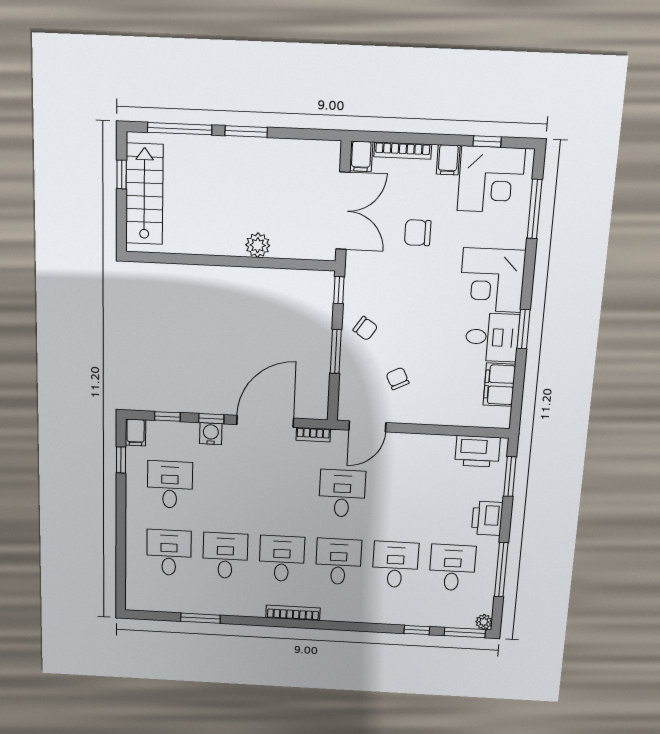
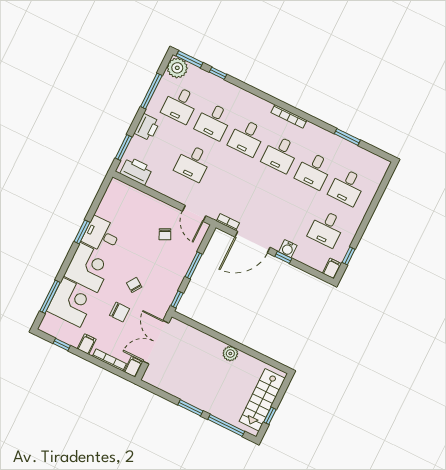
corner desk: (491, 180) -> (71, 302), moved, turned 90
plant: (258, 245) -> (230, 354), moved
chair: (365, 328) -> (134, 285), moved
filing cabinet: (499, 385) -> (108, 205), removed
window: (167, 416) -> (309, 270), removed
door: (367, 426) -> (194, 213), swing flipped
desk: (342, 493) -> (193, 163), moved
plant: (484, 622) -> (177, 68), width x1.87, depth x1.87

